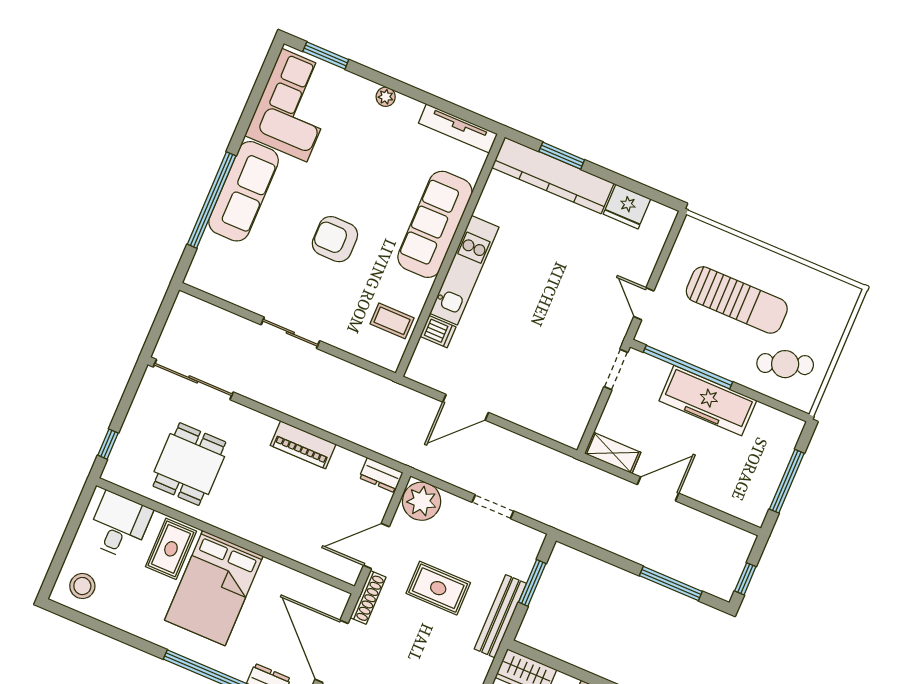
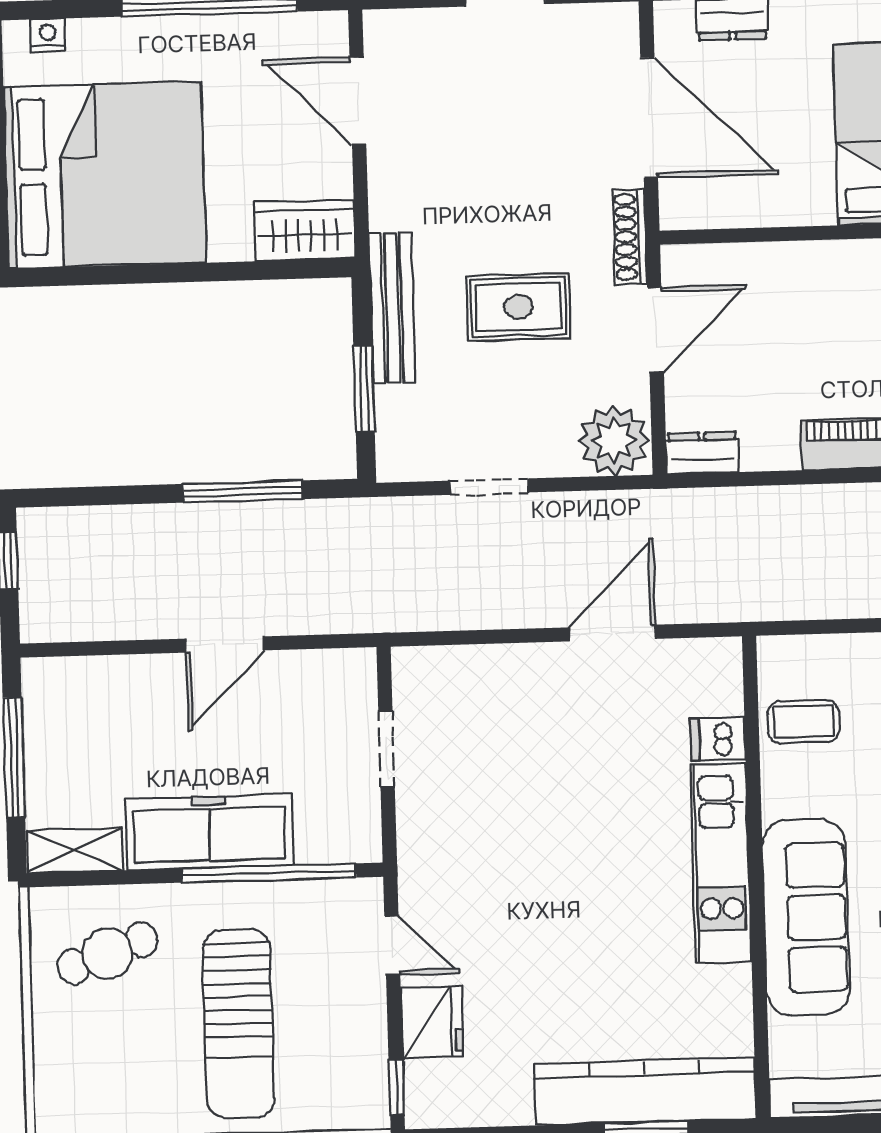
fridge: (627, 207) -> (432, 1022), moved, turned 90
window: (674, 233) -> (397, 1088), added
sun lounger: (737, 300) -> (239, 1024), turned -90
doorway: (616, 369) -> (386, 749), moved
shelving: (613, 453) -> (75, 850), moved
window: (671, 584) -> (243, 492), moved

